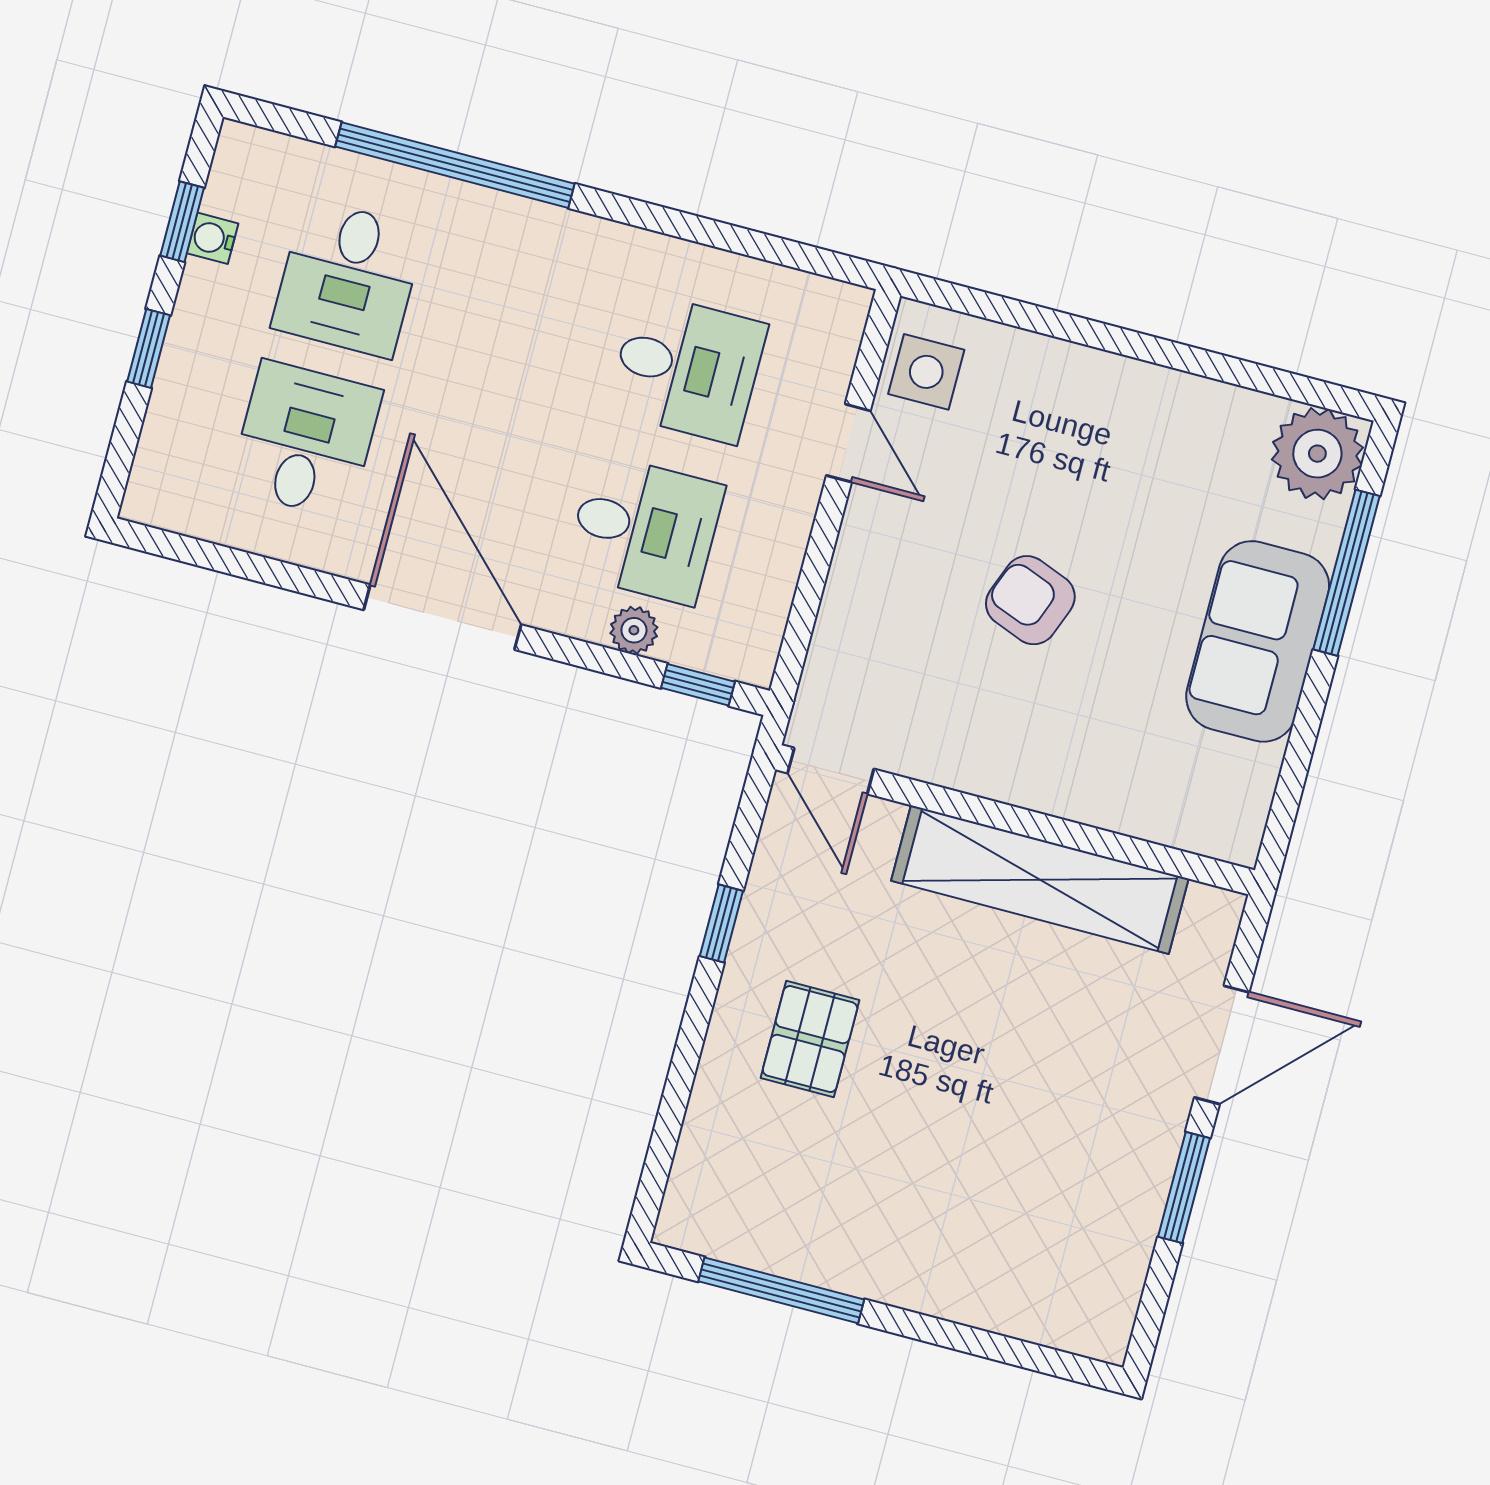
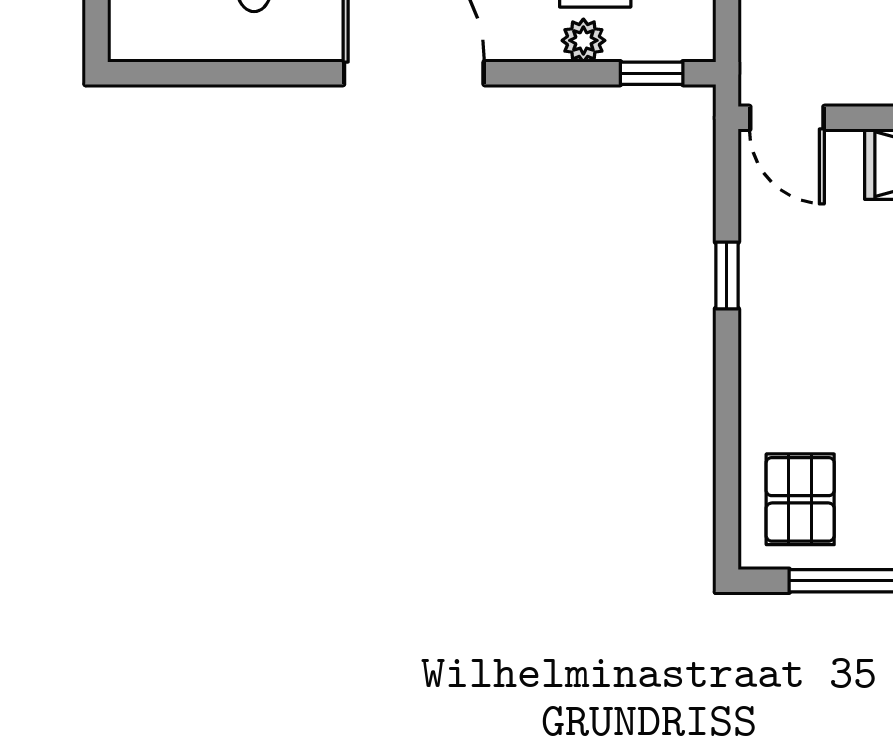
pallet: (810, 1039) -> (800, 499), moved

